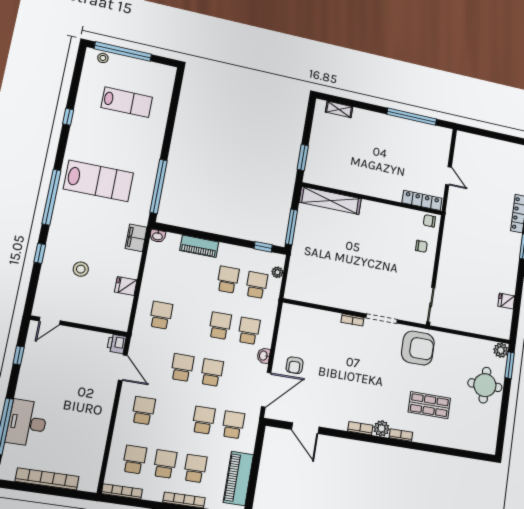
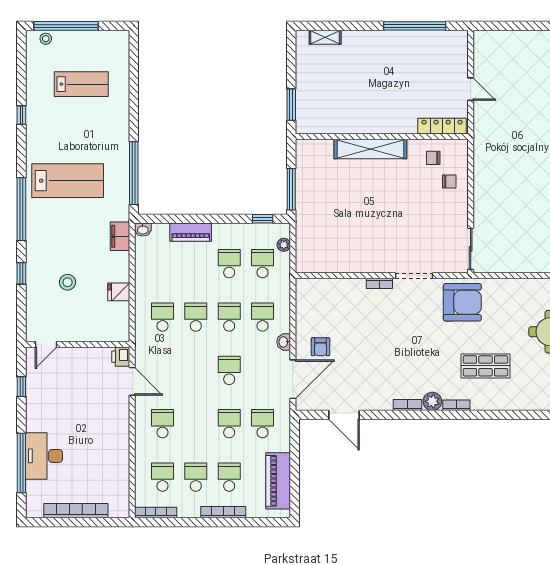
shelving: (330, 200) -> (370, 149), moved
chair: (429, 221) -> (433, 158), moved
school desk: (182, 368) -> (196, 317), moved

